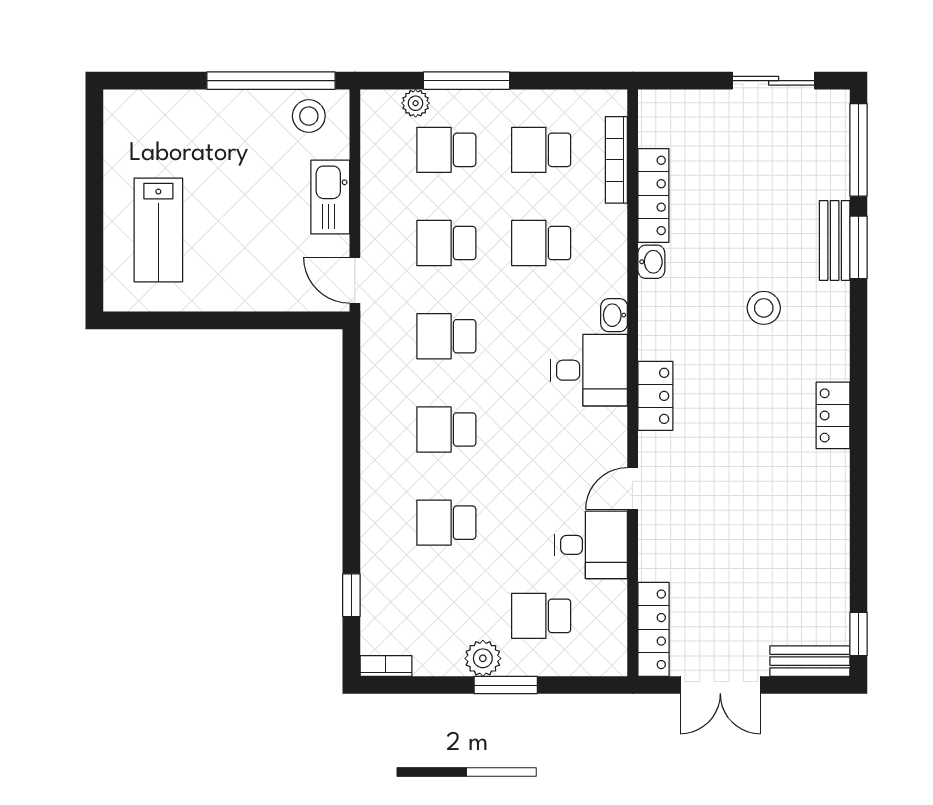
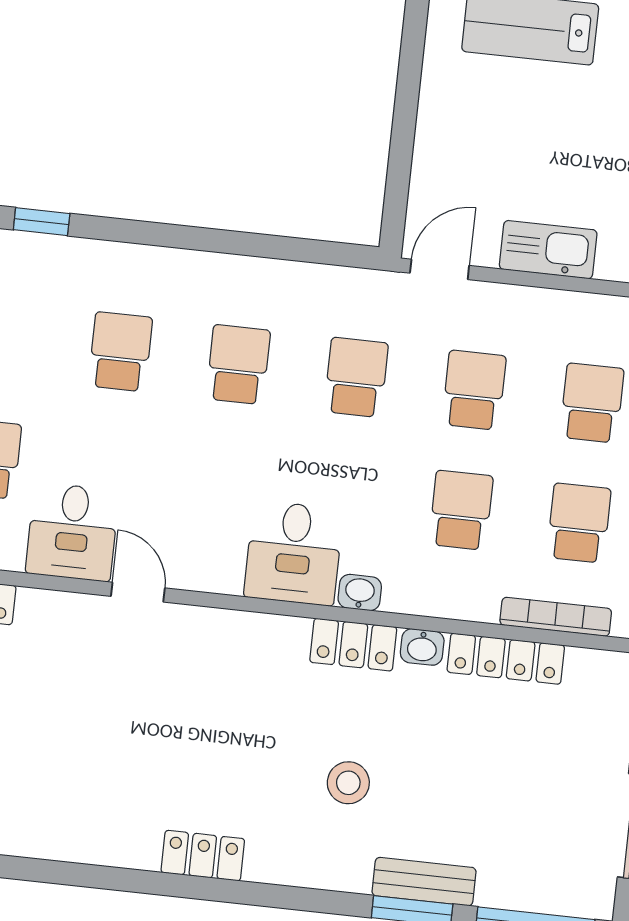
locker: (655, 396) -> (353, 645), moved

